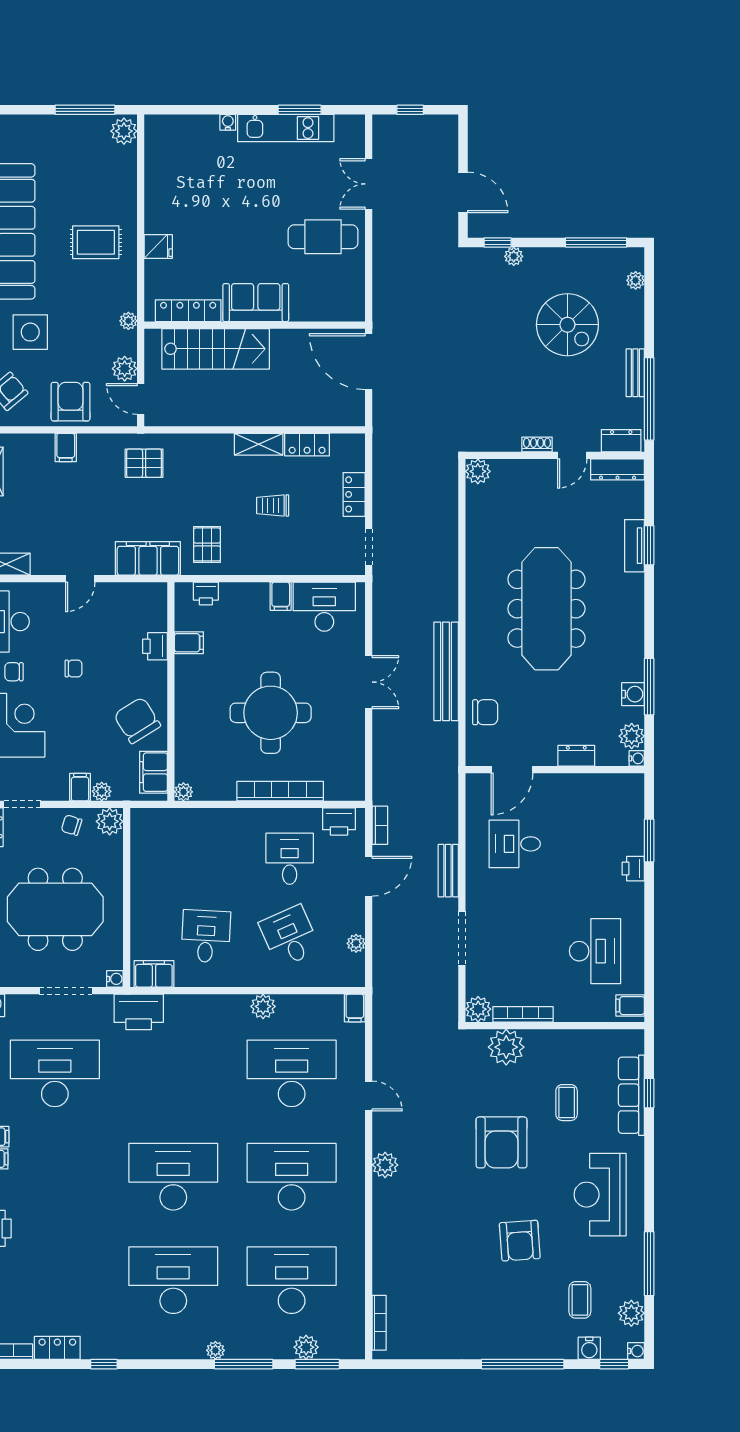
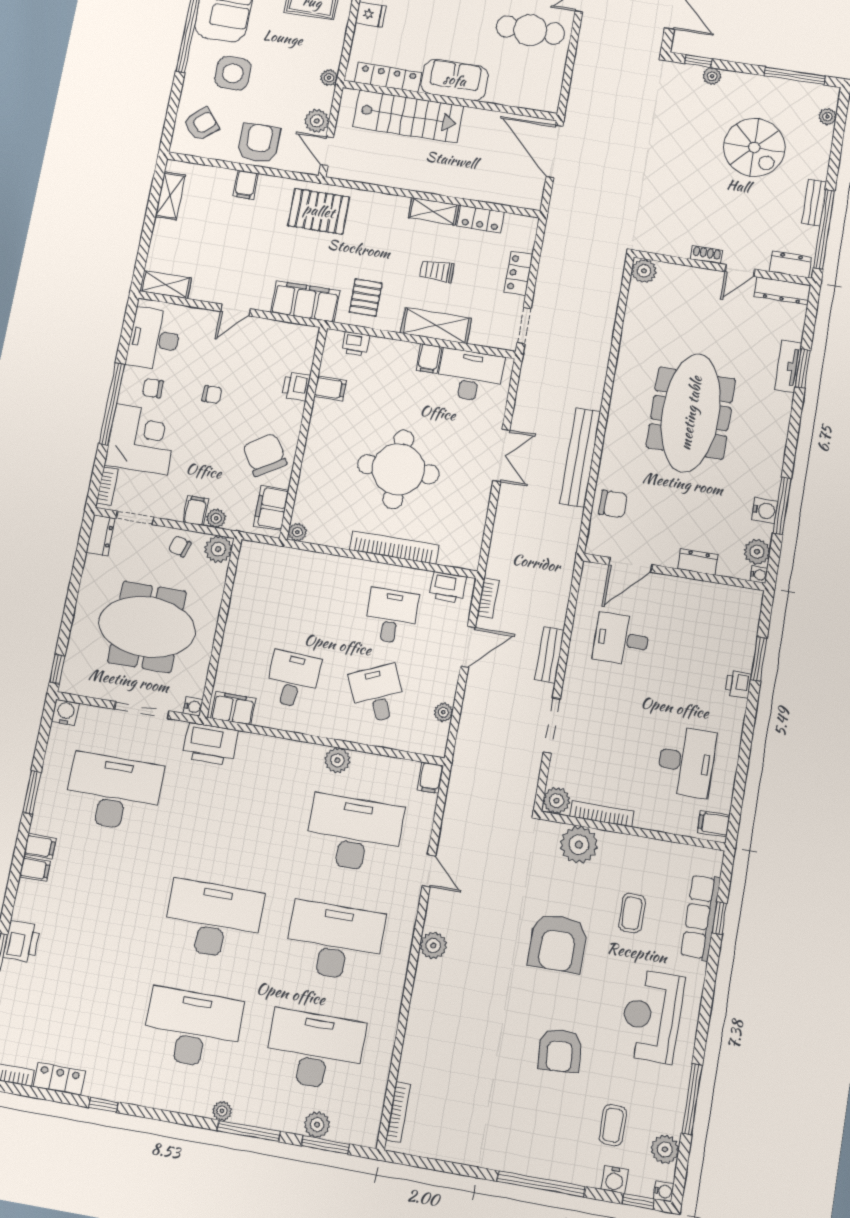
pallet: (144, 463) -> (319, 211), width x1.50, depth x1.42
shelving: (282, 562) -> (436, 326), added

